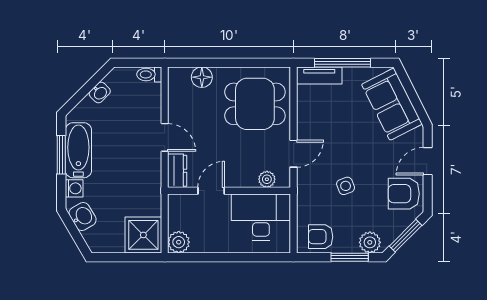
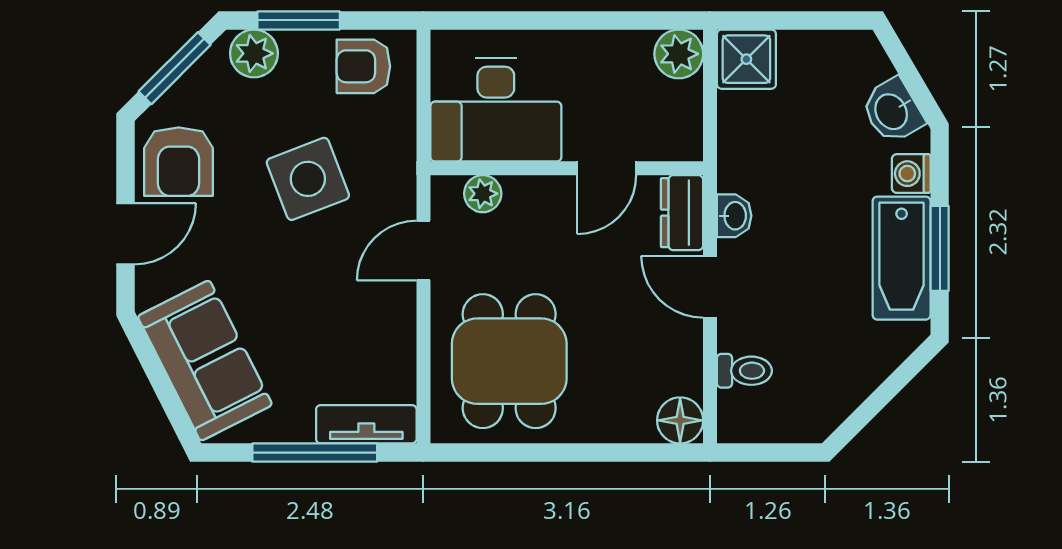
toilet: (149, 74) -> (744, 371), moved
floor lamp: (202, 77) -> (680, 420), moved
washbasin: (100, 92) -> (734, 216), moved, turned 135
dining table: (255, 104) -> (509, 361), turned 90
side table: (346, 186) -> (308, 179), width x1.87, depth x1.87
armchair: (404, 194) -> (179, 162), turned 90
shower: (143, 235) -> (746, 59), width x0.73, depth x0.73
armchair: (321, 237) -> (363, 66), turned 180

